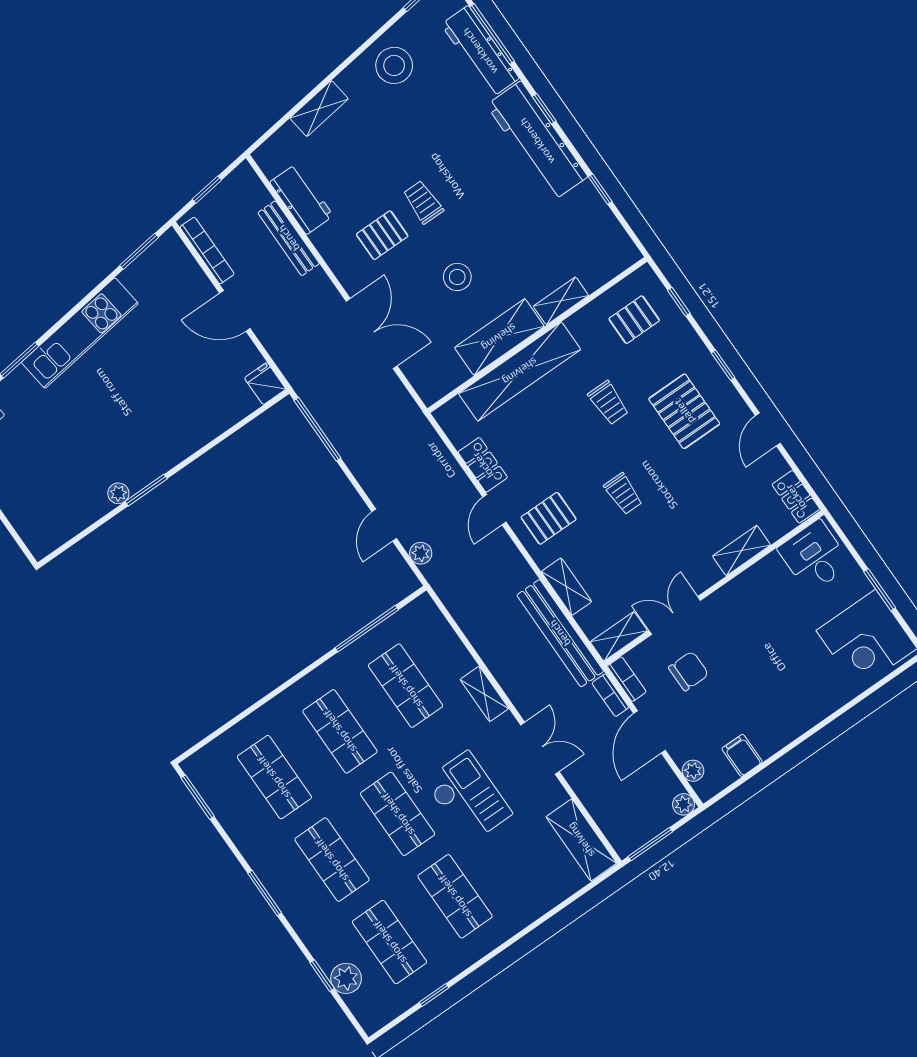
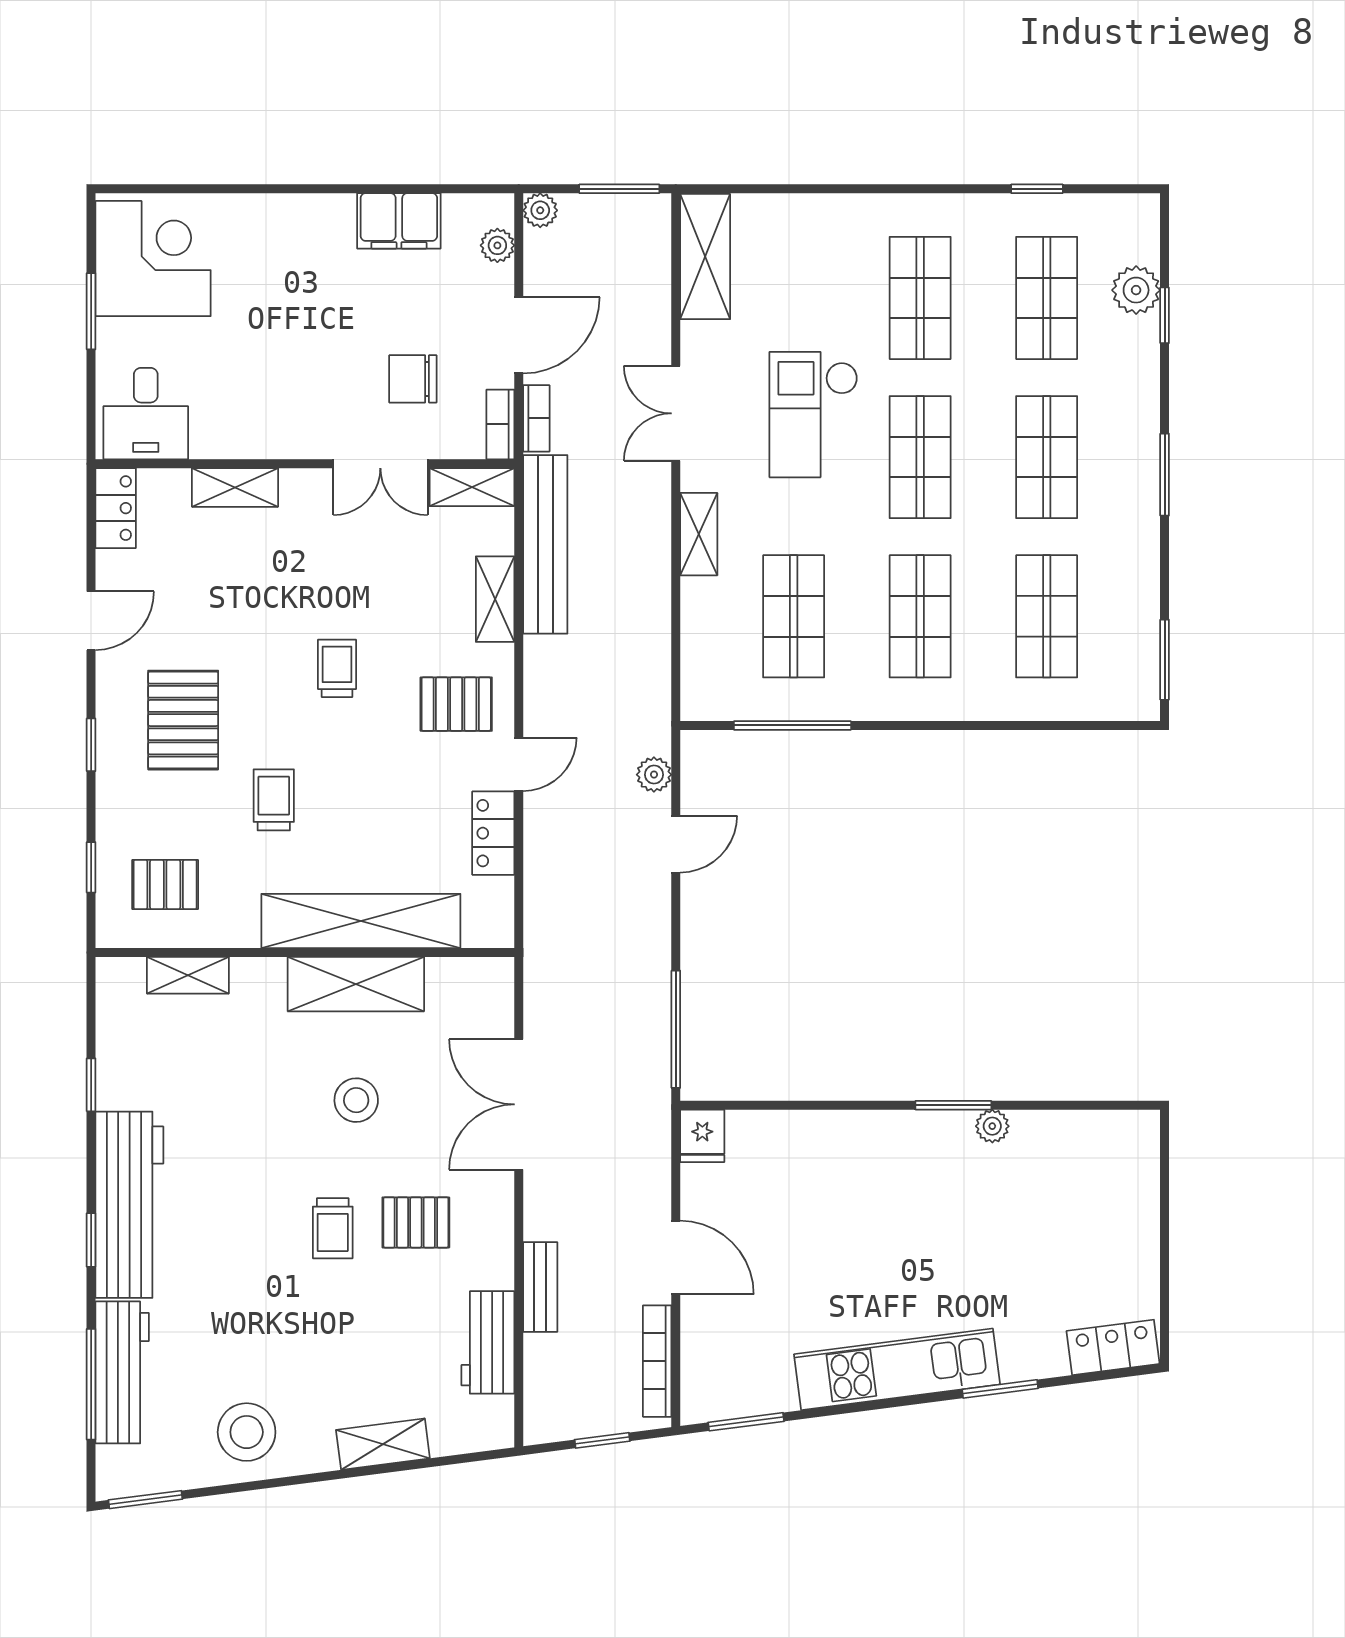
bench: (289, 238) -> (540, 1287), width x0.73
shelving: (561, 301) -> (188, 975), moved
filing cabinet: (742, 755) -> (399, 221), width x2.00

